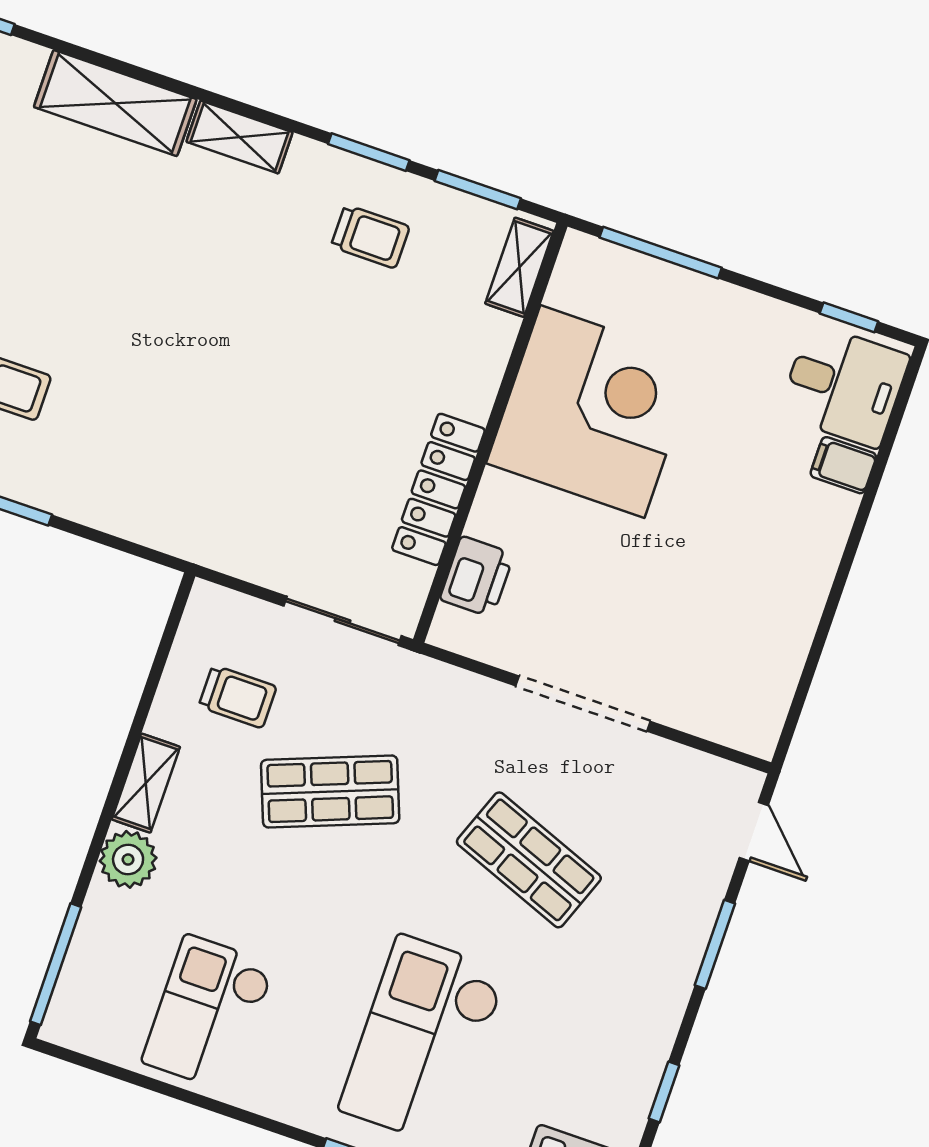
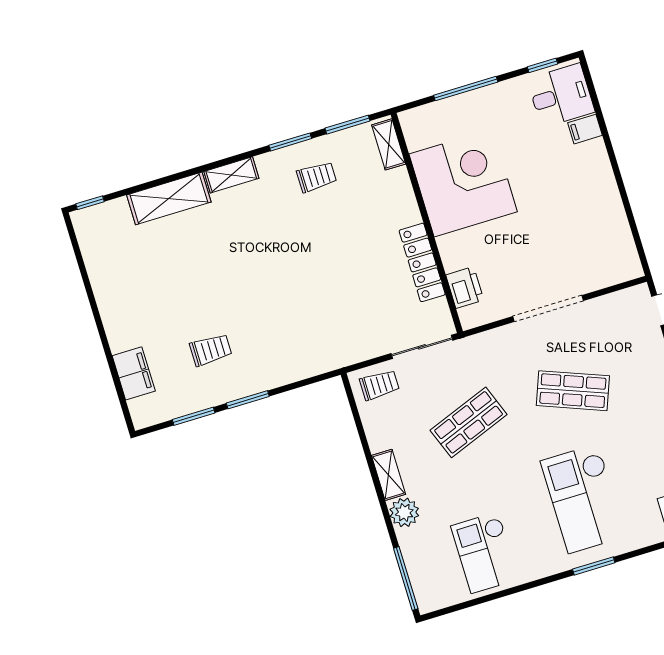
window: (661, 253) -> (466, 89), moved
trolley: (238, 697) -> (379, 385), moved

